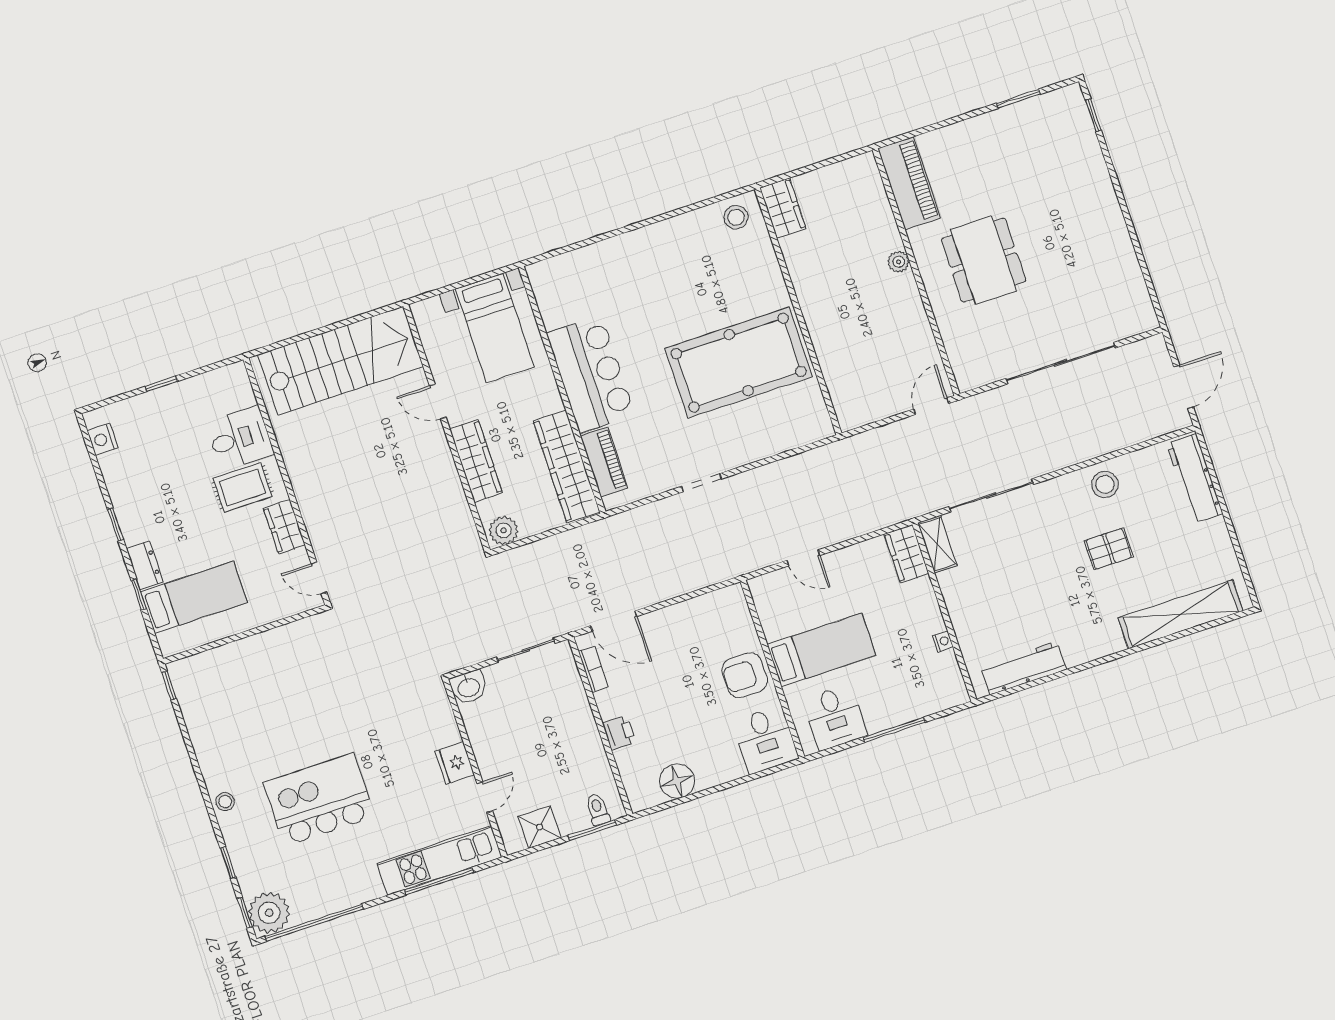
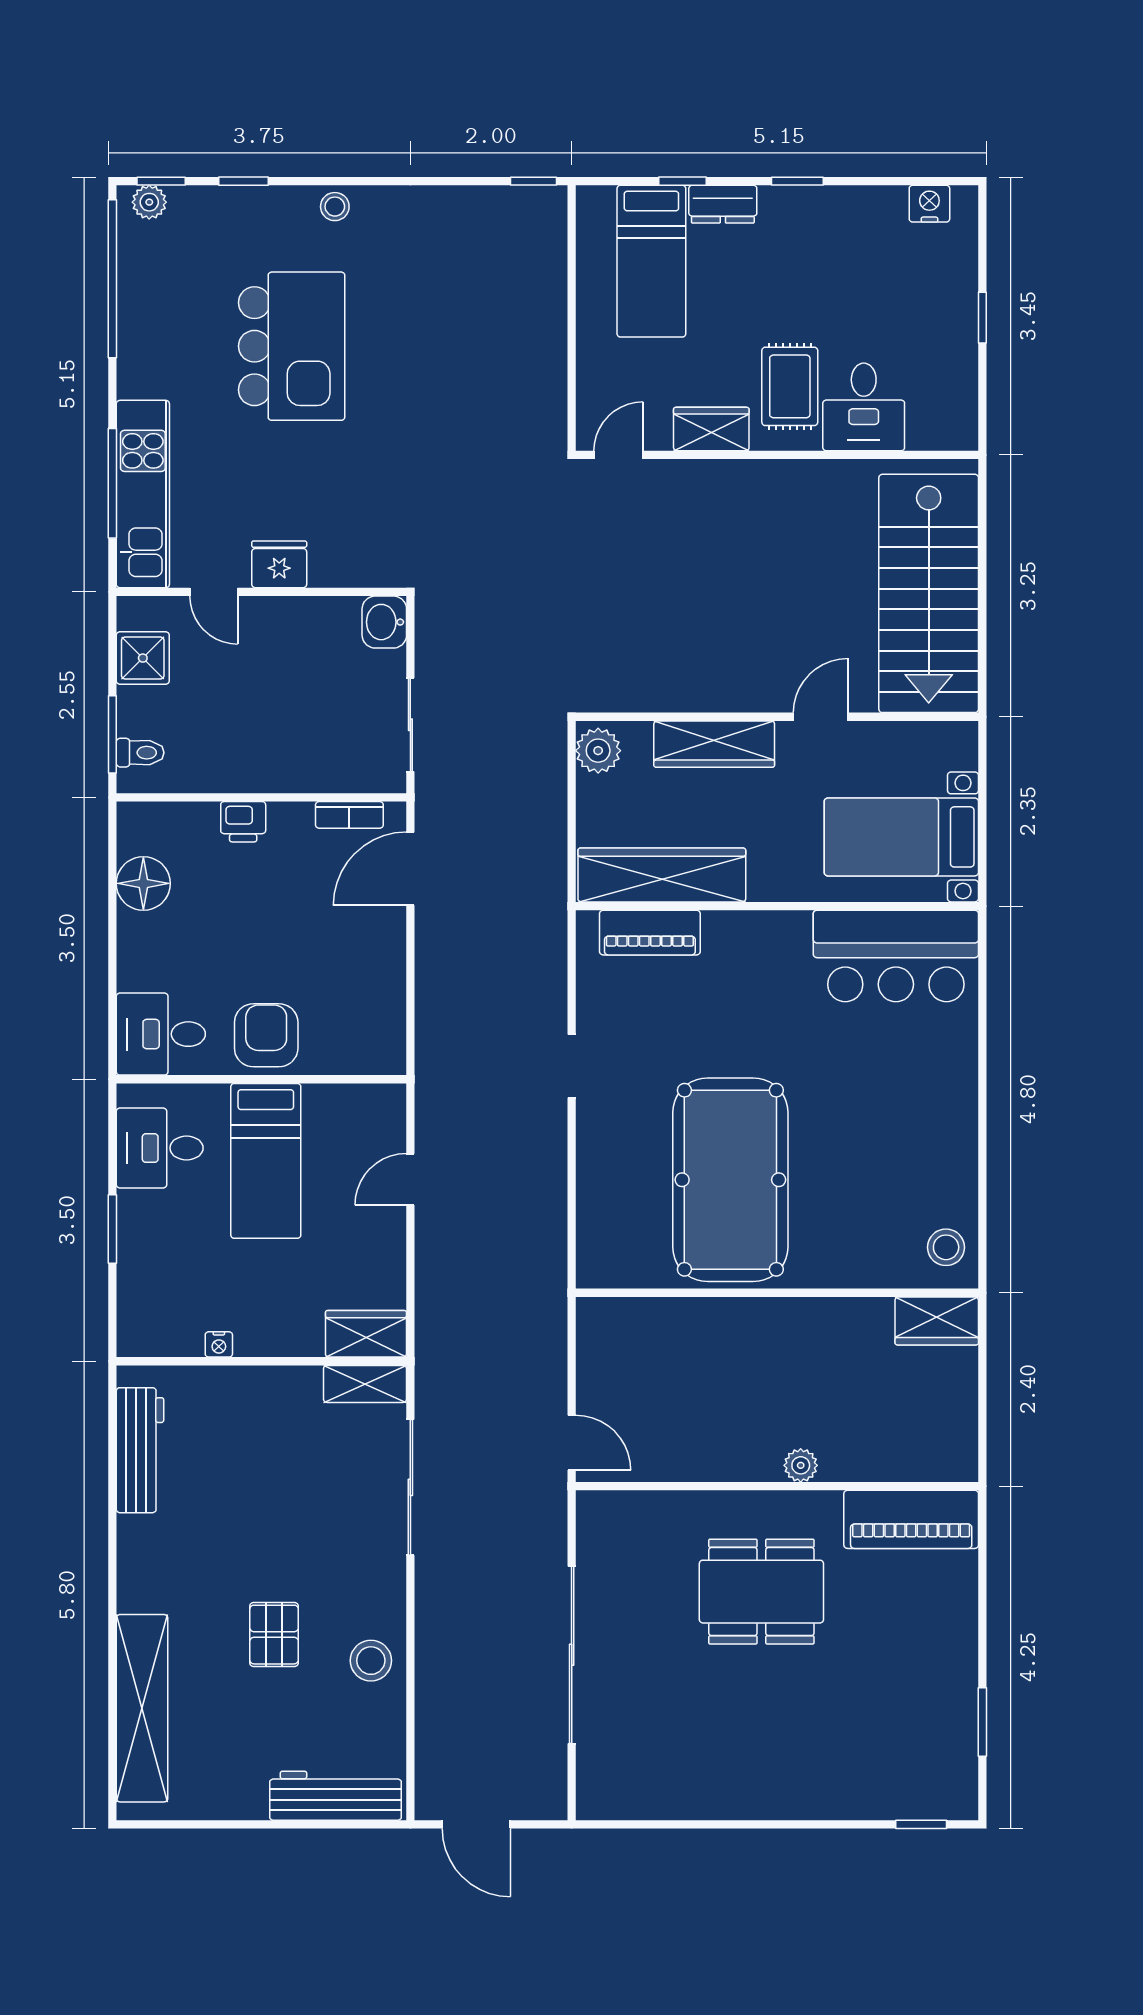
bar counter: (591, 374) -> (896, 956), moved
window: (894, 730) -> (112, 1229), width x0.69
plant: (269, 913) -> (149, 202), width x0.53, depth x0.53

